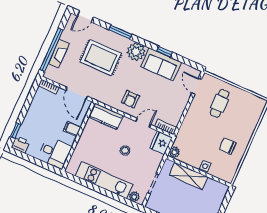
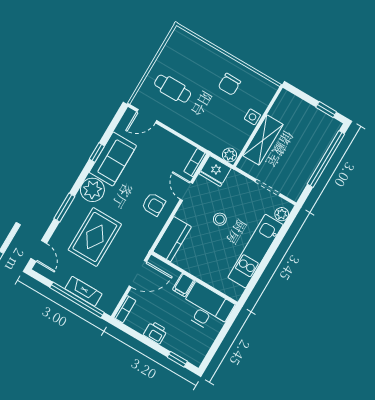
printer: (21, 145) -> (155, 332), moved, turned 90
desk: (55, 153) -> (206, 308), width x1.37

